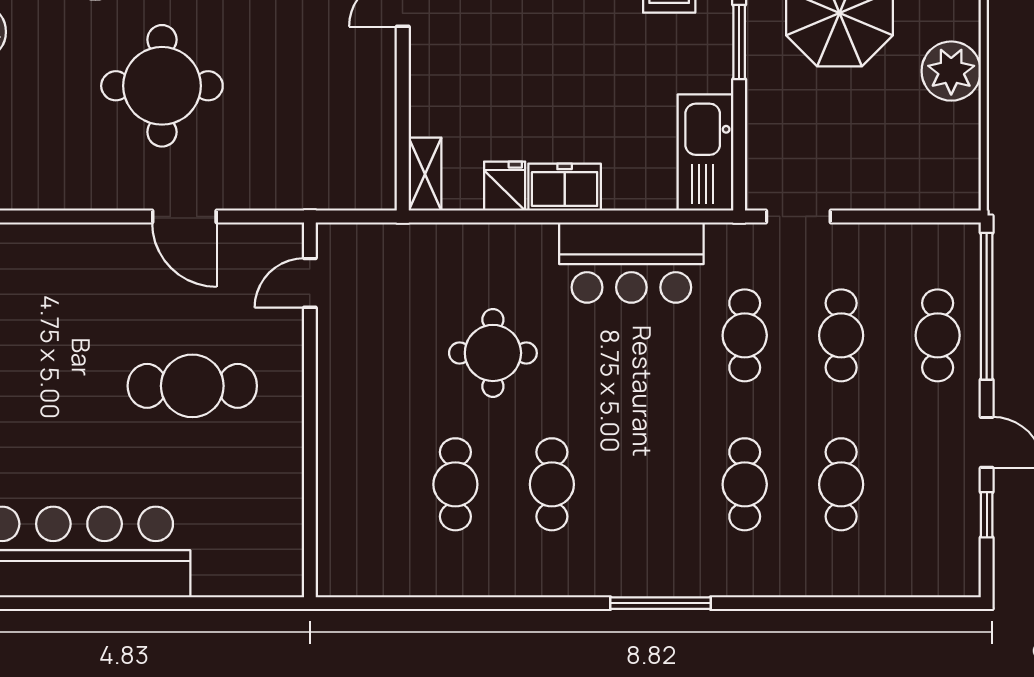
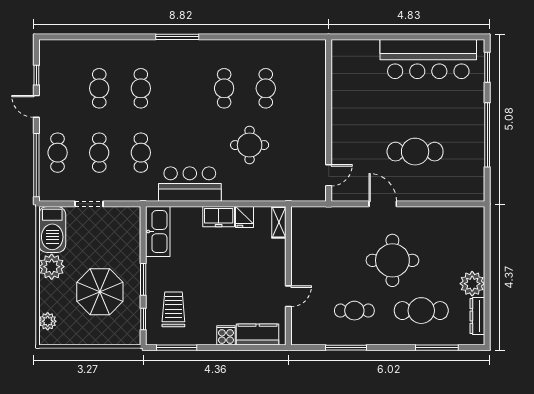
barbecue: (950, 157) -> (52, 230), added
doorway: (798, 216) -> (89, 204), moved
cafe table: (192, 386) -> (415, 152), moved

